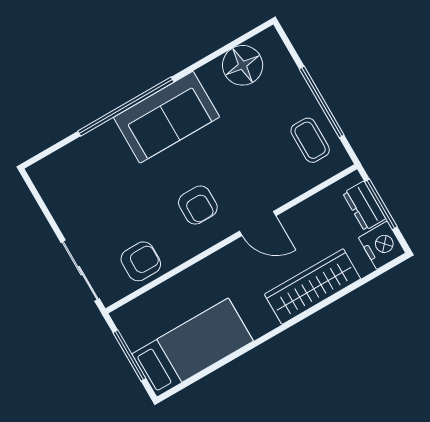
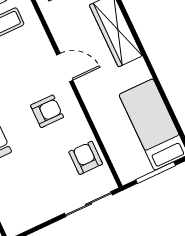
door: (258, 223) -> (65, 68), hinge flipped

